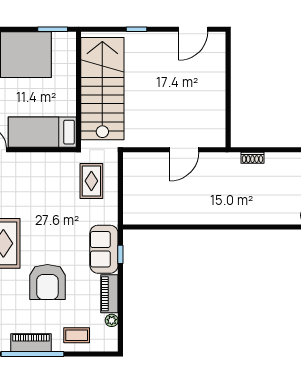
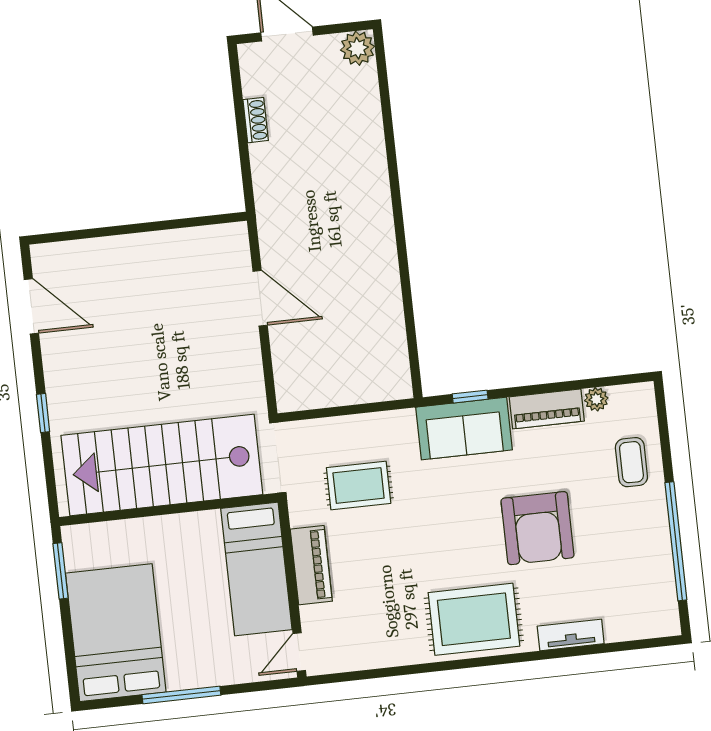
shoe rack: (252, 158) -> (256, 120), moved
rug: (91, 181) -> (359, 486), moved
armchair: (47, 282) -> (538, 528), turned 90
piano: (31, 343) -> (311, 565), moved, turned 180

